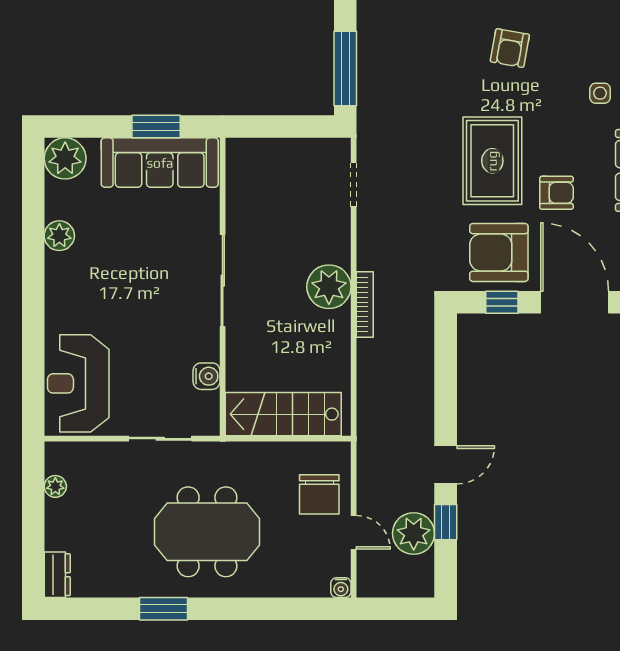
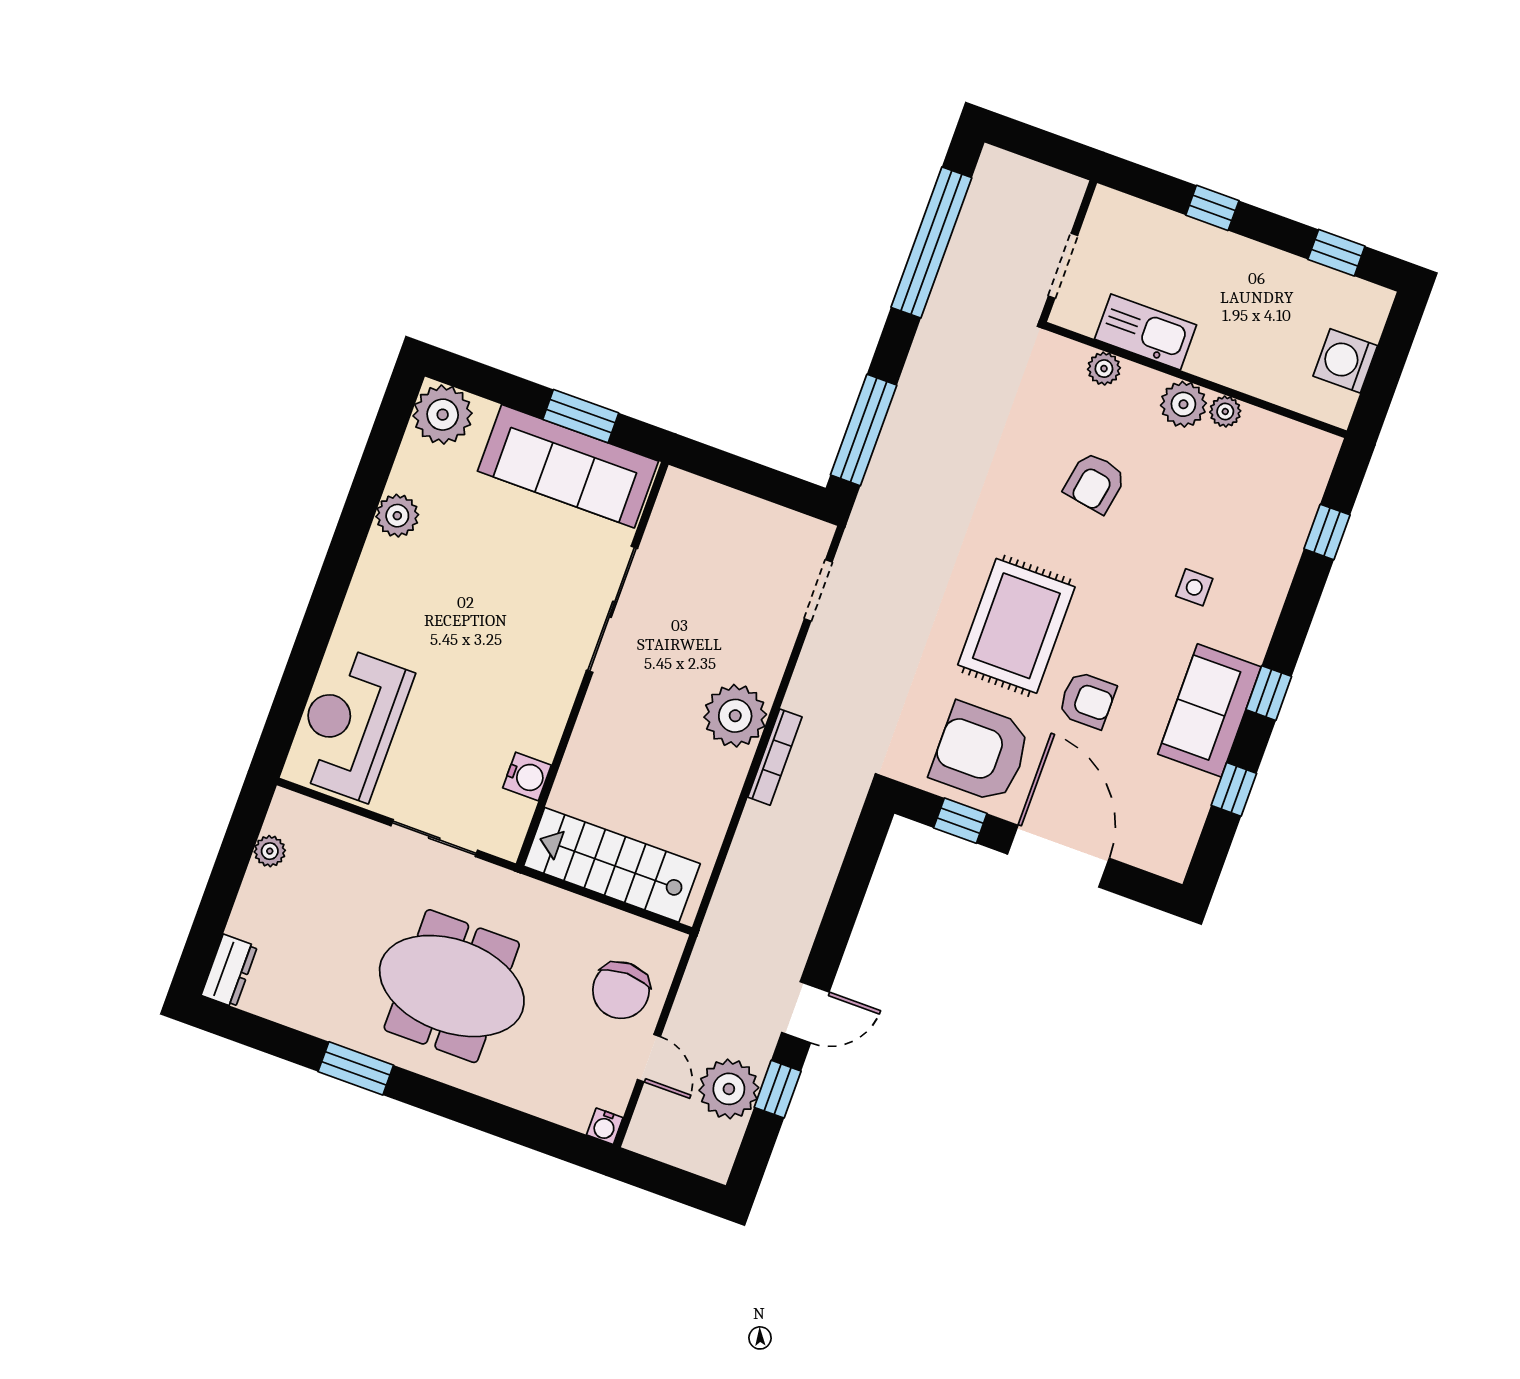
sliding door: (223, 281) -> (612, 609), moved

